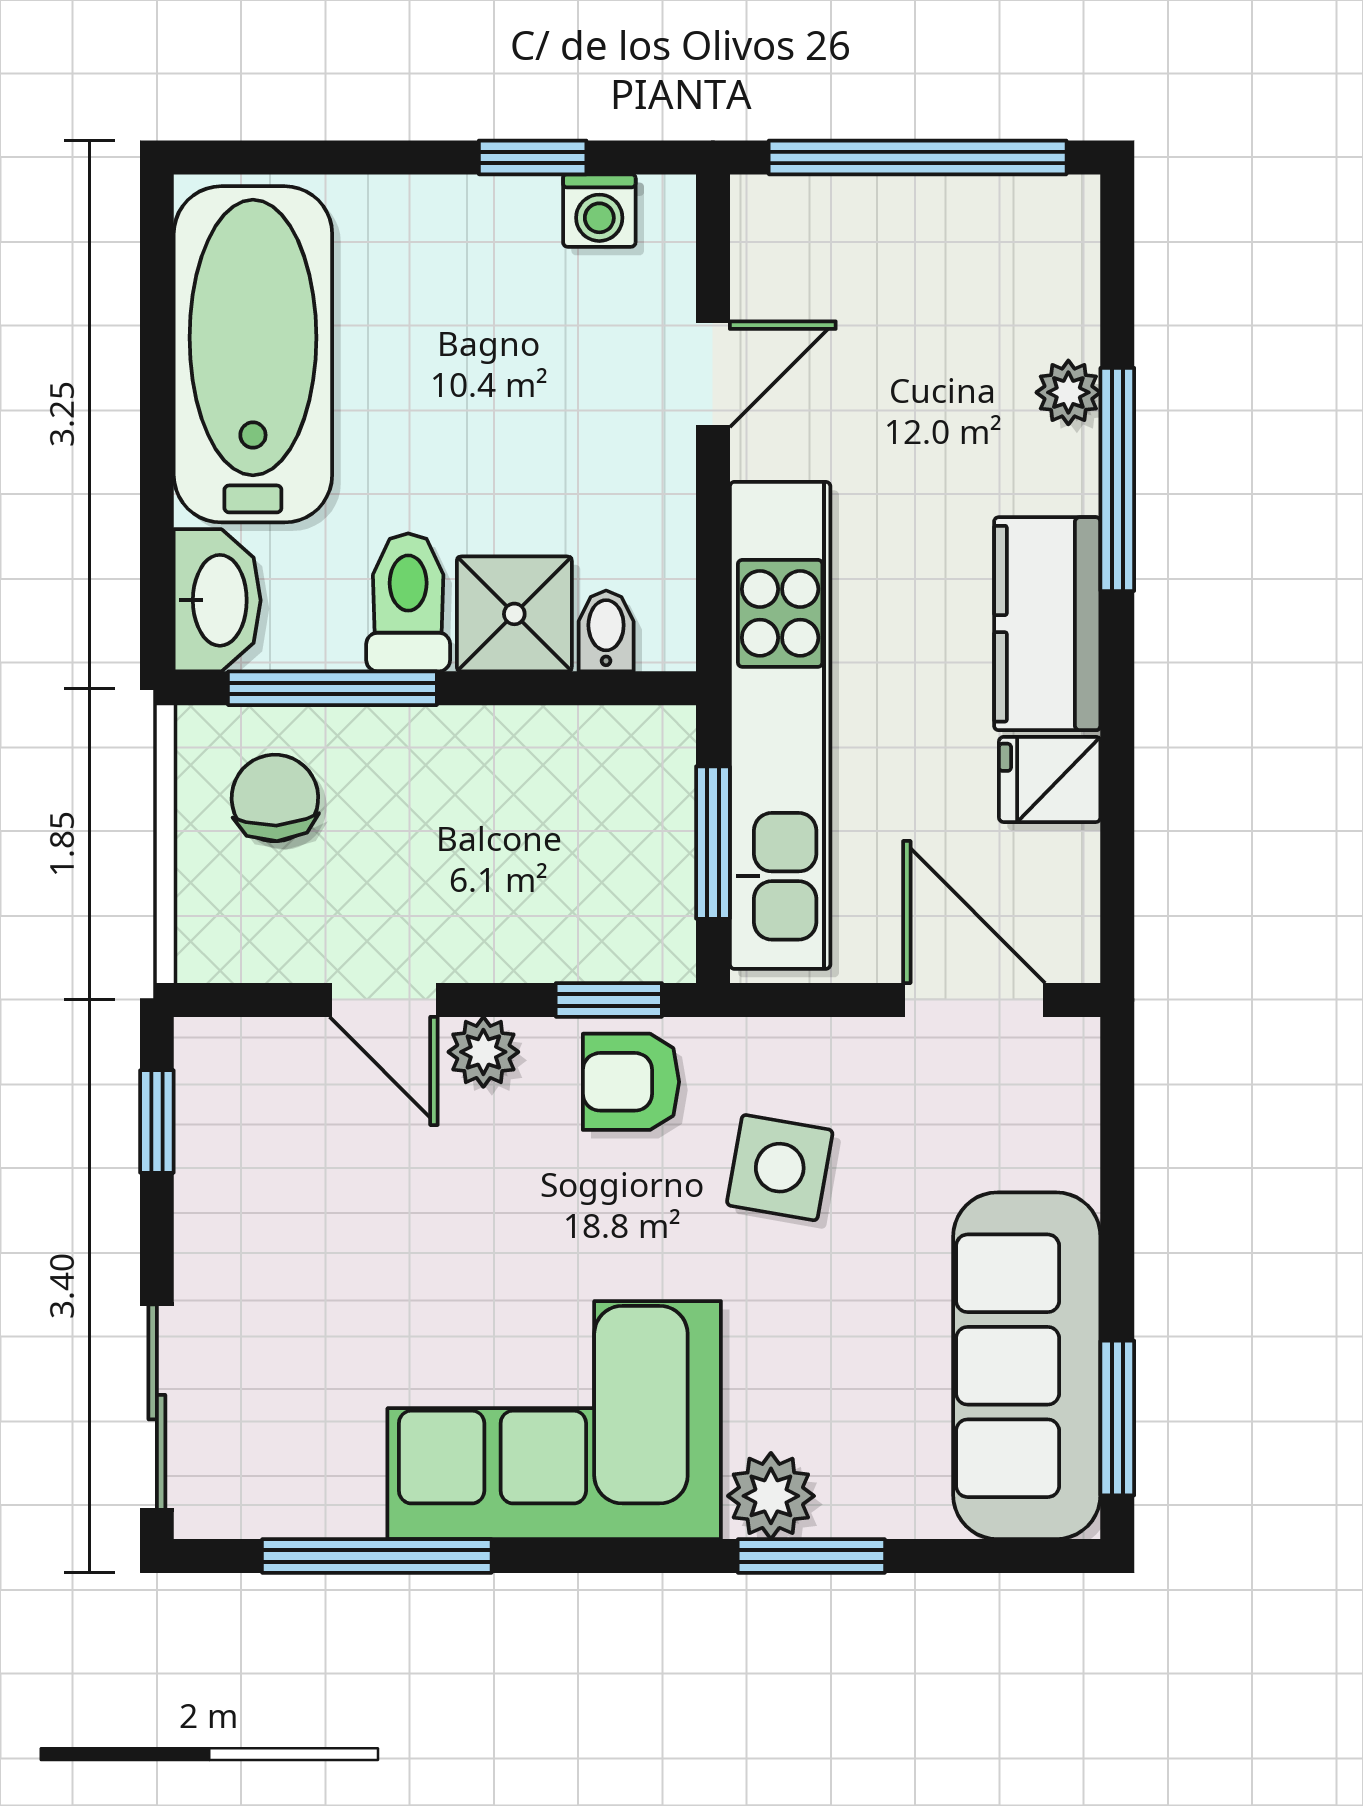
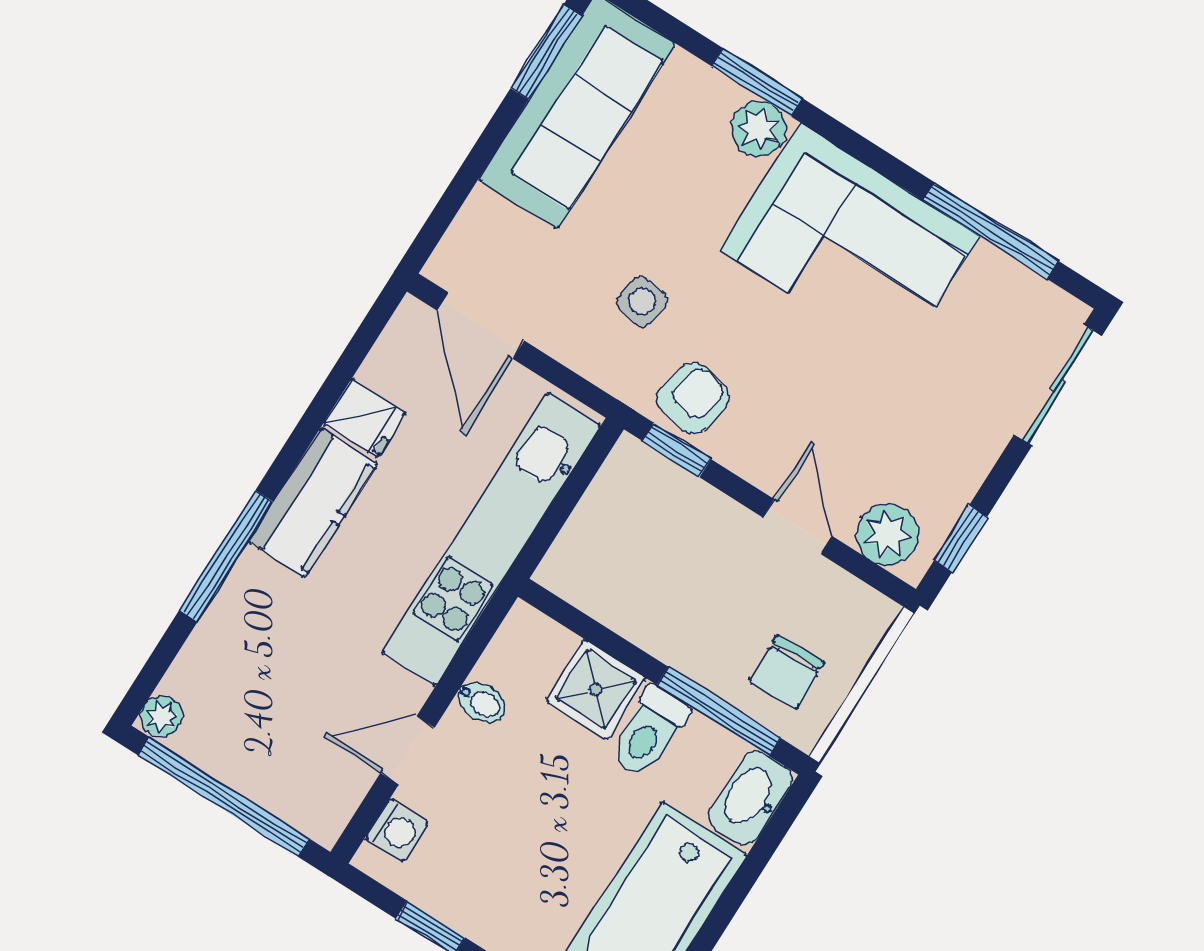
washing machine: (599, 211) -> (397, 831), moved, turned 90
plant: (1068, 392) -> (162, 716), moved
bidet: (606, 631) -> (481, 702), moved, turned -90
window: (713, 843) -> (567, 499), removed
plant: (483, 1052) -> (887, 534), moved, width x1.38, depth x1.38
armchair: (631, 1082) -> (693, 398), turned -77
side table: (780, 1168) -> (642, 302), width x0.73, depth x0.73

